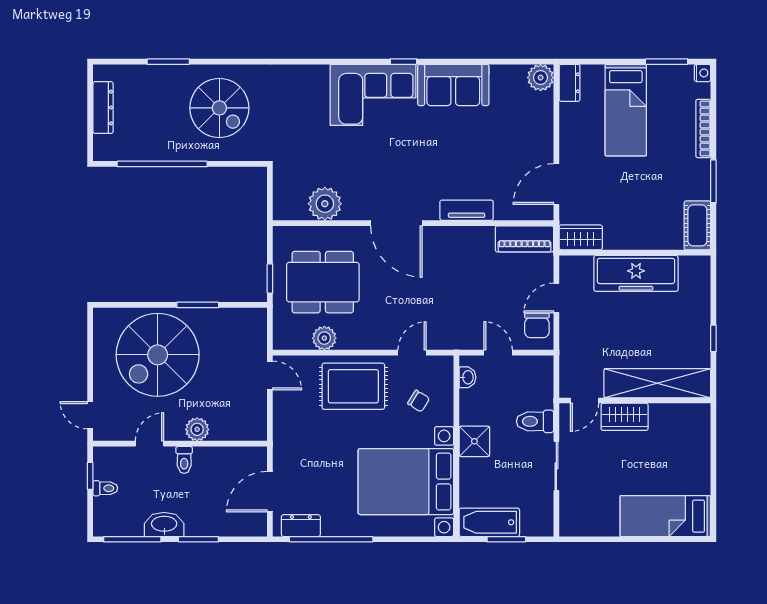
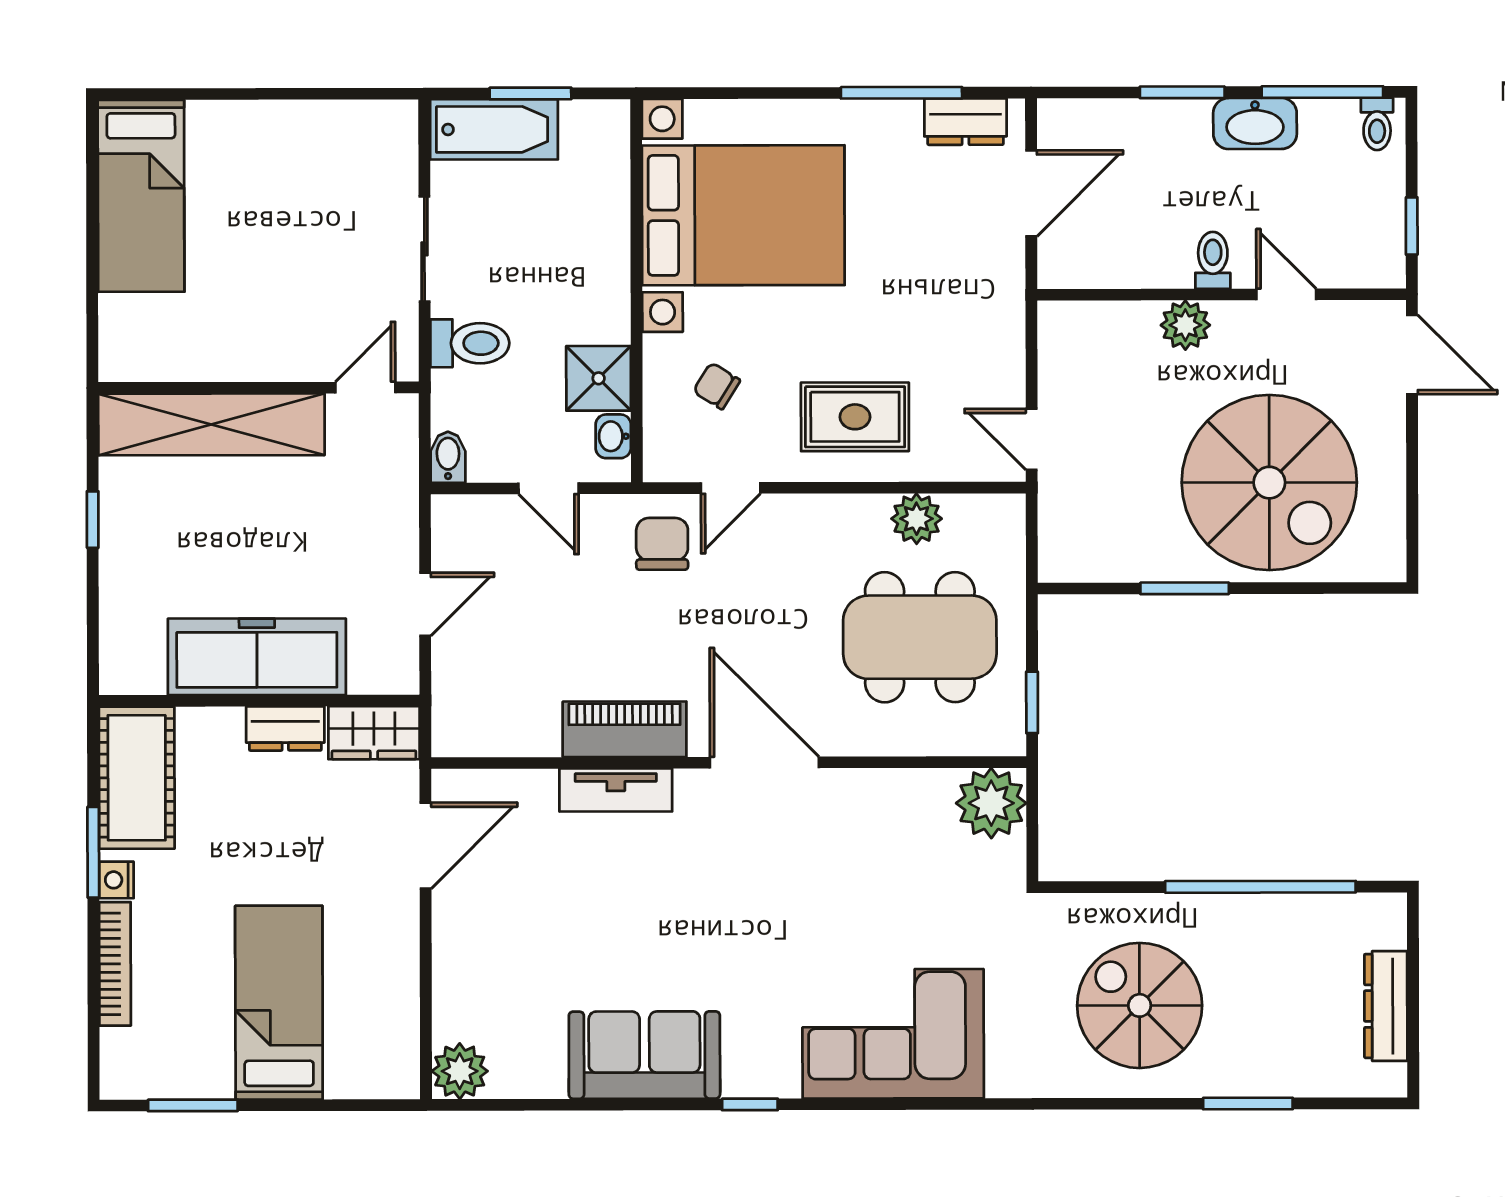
nightstand: (703, 73) -> (116, 880), moved
dresser: (570, 83) -> (285, 728), moved, turned -90
corner sofa: (373, 95) -> (893, 1034), moved
plant: (325, 204) -> (991, 803), moved
cot: (697, 225) -> (137, 778), width x1.37, depth x1.34
piano: (525, 239) -> (625, 729), moved
window: (270, 279) -> (1032, 702), moved
chair: (537, 325) -> (662, 544), moved
spiral stairs: (158, 355) -> (1269, 483), turned 90
bidet: (546, 368) -> (448, 457), added
rug: (353, 386) -> (855, 417), width x0.73, depth x0.70
door: (90, 415) -> (1412, 355), width x1.37
wardrobe: (625, 417) -> (280, 353), removed
shower: (474, 441) -> (599, 378), moved
door: (150, 444) -> (1286, 294), swing flipped
toilet: (105, 488) -> (1377, 124), moved, turned -90
bed: (665, 516) -> (141, 196), moved, turned 90
bathtub: (489, 522) -> (494, 129), moved
window: (331, 539) -> (901, 93), width x0.68

